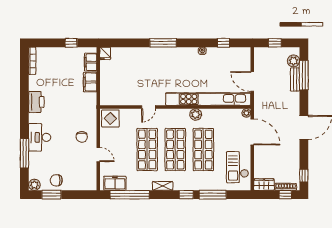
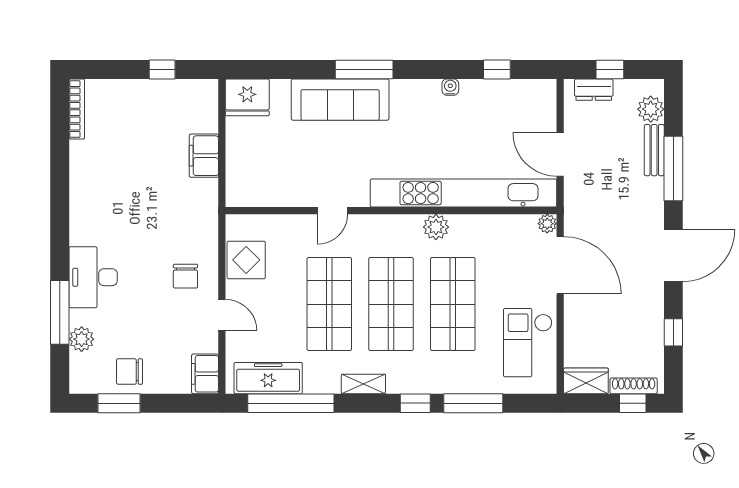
dresser: (268, 52) -> (594, 90), added
fridge: (105, 53) -> (247, 97), width x1.88, depth x1.34
sofa: (152, 56) -> (340, 100), added
filing cabinet: (91, 62) -> (205, 374), moved
window: (304, 75) -> (673, 169), moved
printer: (36, 102) -> (86, 200), removed
display table: (110, 118) -> (246, 260), moved
window: (304, 176) -> (673, 332), moved
freezer: (115, 183) -> (268, 378), width x1.40
plant: (34, 185) -> (82, 339), moved

